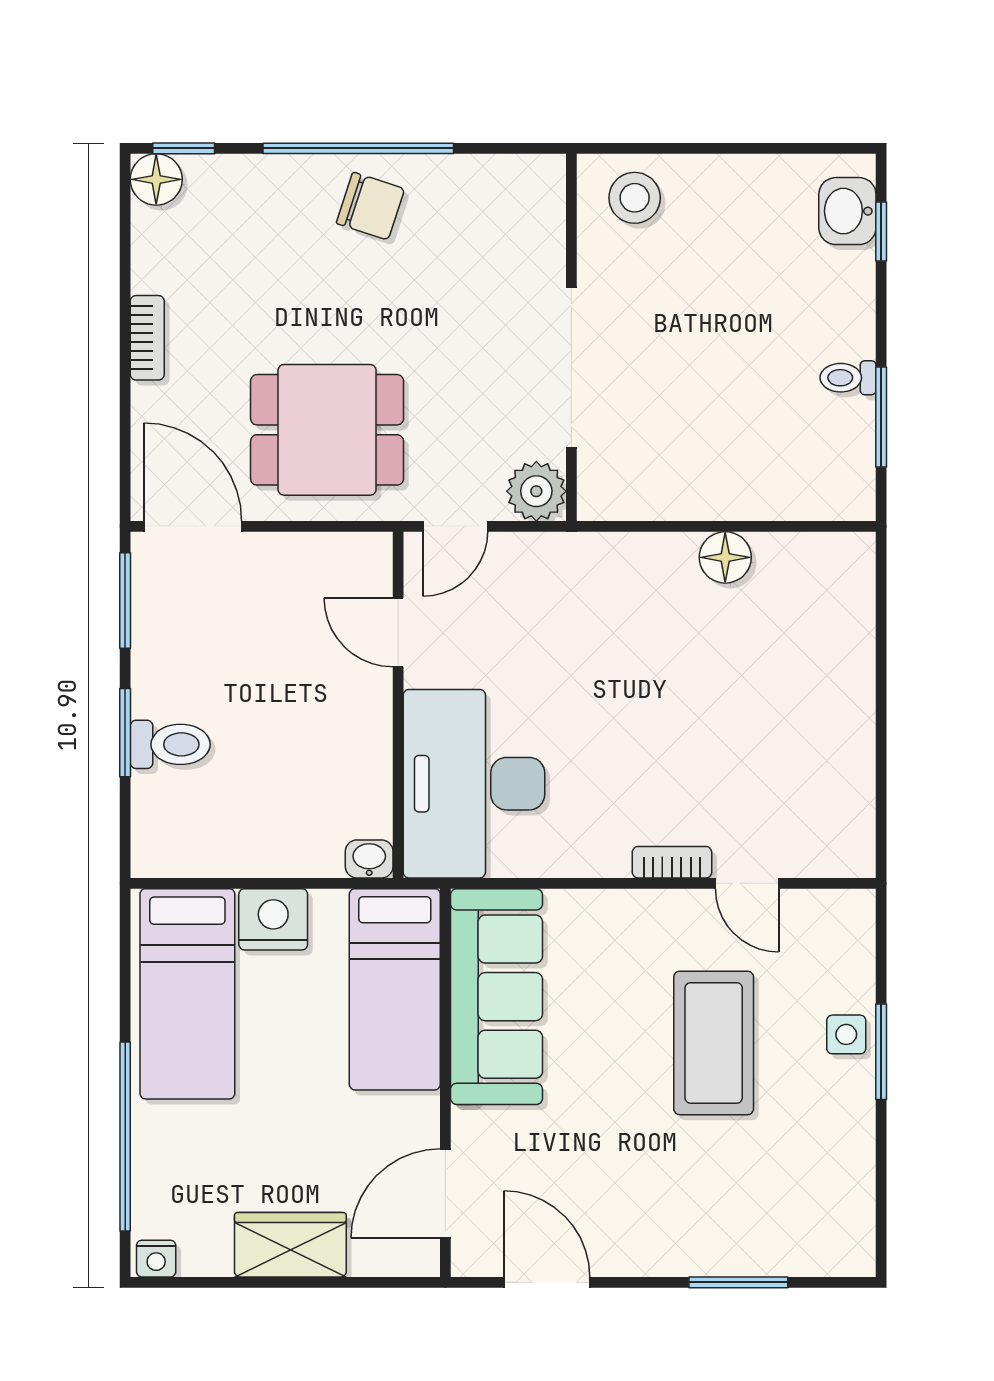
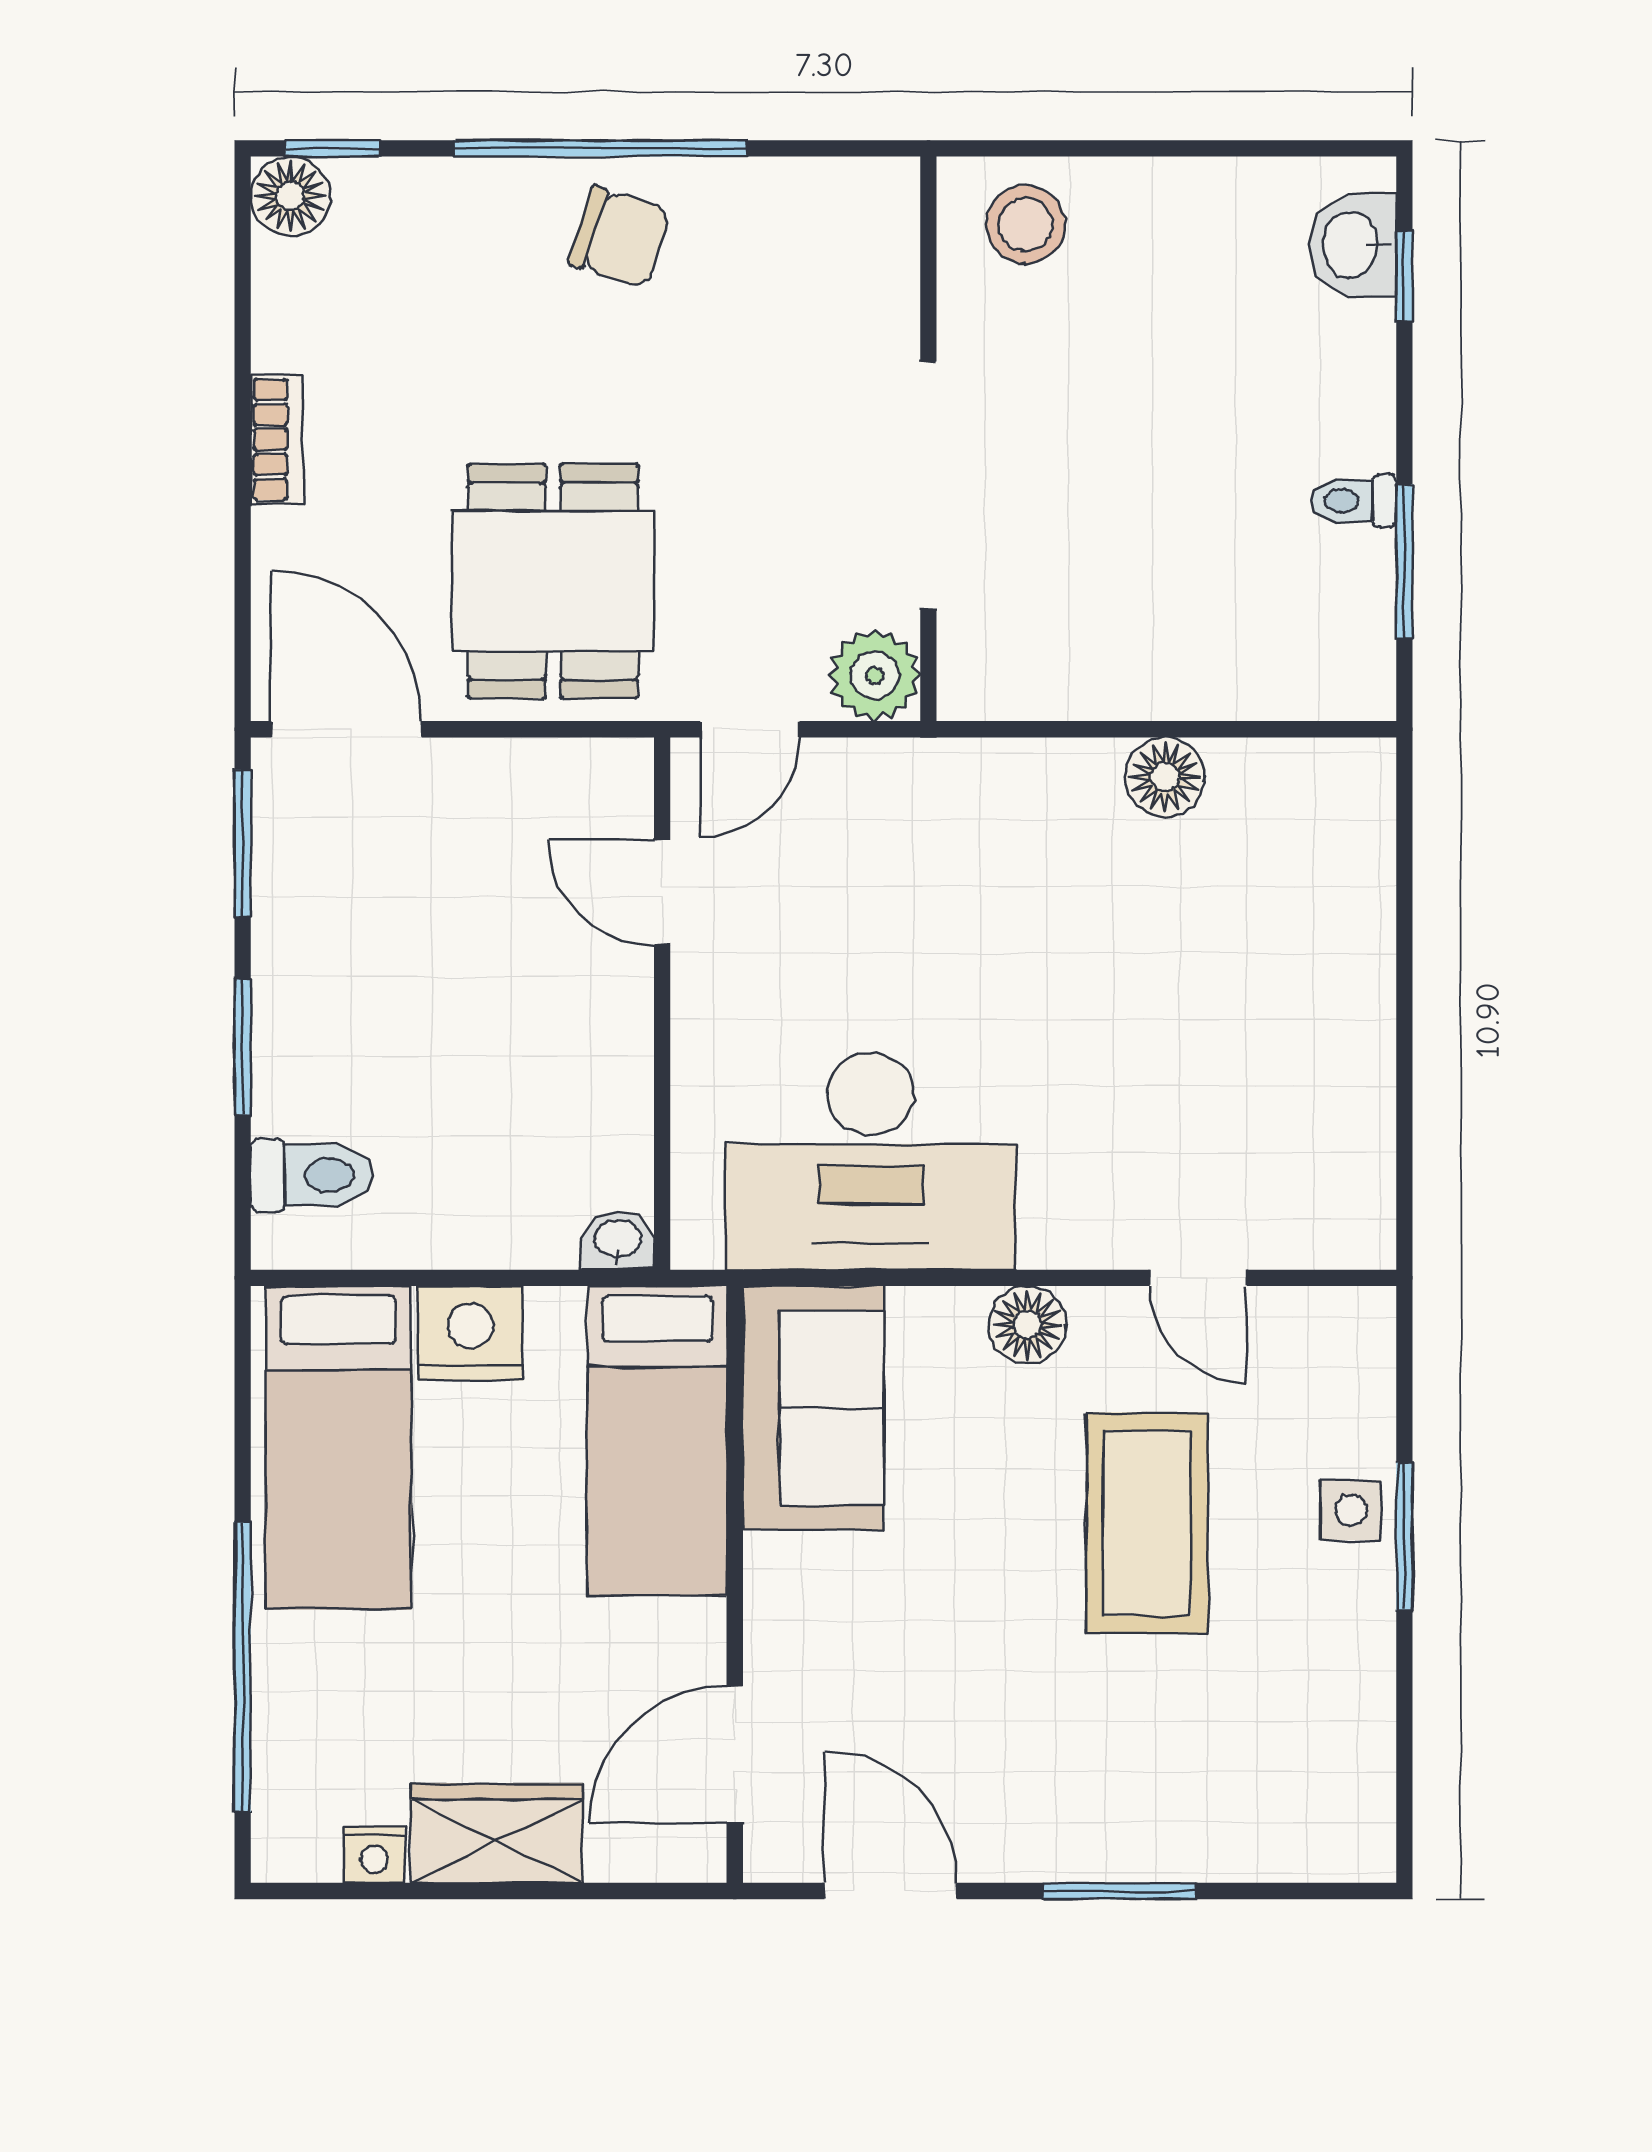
dining table: (327, 430) -> (553, 581), turned 90
toilet: (170, 744) -> (312, 1175), moved
desk: (474, 784) -> (871, 1161), moved, turned -90
bookcase: (672, 862) -> (1083, 1245), removed
floor lamp: (636, 914) -> (1027, 1325), added
sofa: (497, 997) -> (813, 1408), width x0.73
nightstand: (156, 1259) -> (374, 1854), moved
window: (738, 1282) -> (1120, 1891), moved

